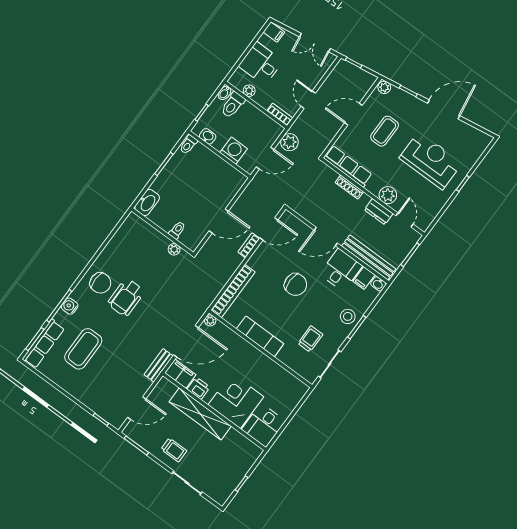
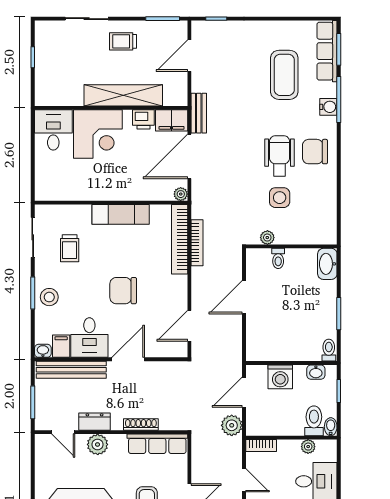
bookcase: (249, 245) -> (197, 243), moved, width x1.56
side table: (146, 270) -> (280, 198), added

